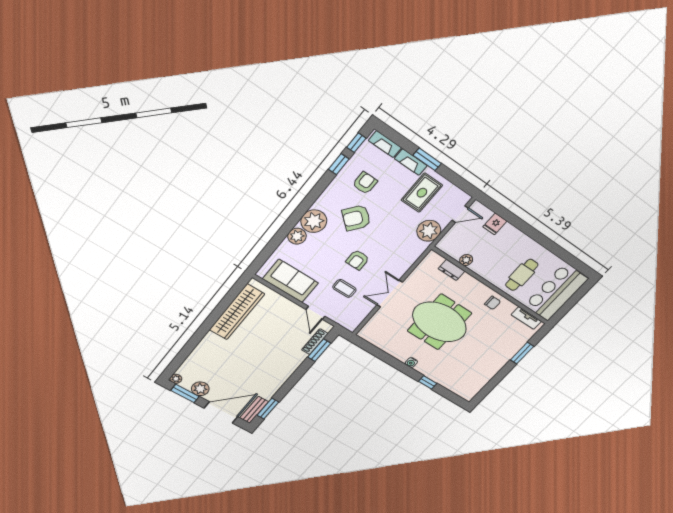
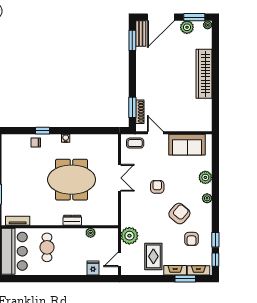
window: (427, 159) -> (185, 279), moved
plant: (314, 221) -> (207, 198), width x0.53, depth x0.53
dresser: (452, 270) -> (72, 220), moved
coffee table: (344, 288) -> (135, 143), moved
chair: (493, 303) -> (36, 142), moved
wardrobe: (237, 312) -> (204, 74), moved

